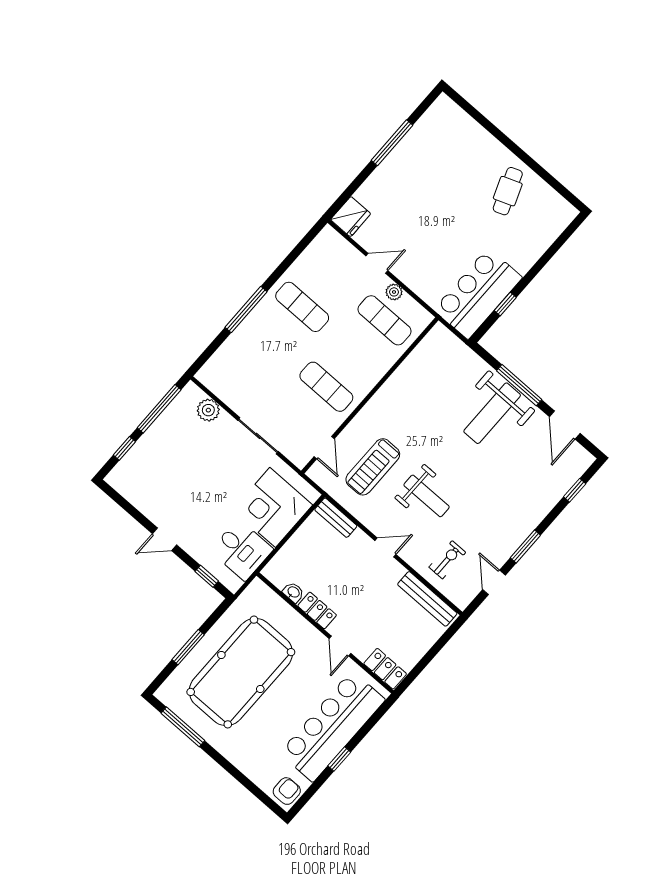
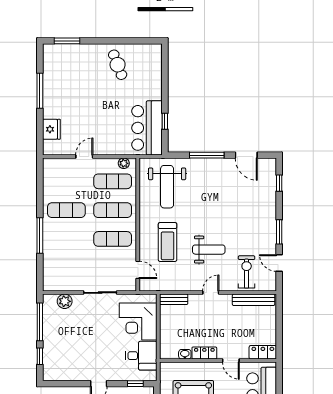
window: (473, 113) -> (67, 41), added
fridge: (351, 217) -> (51, 129), moved
plant: (394, 292) -> (124, 163), moved
exercise mat: (355, 354) -> (113, 210), added
weight bench: (492, 413) -> (167, 187), moved
treadmill: (373, 467) -> (168, 242), moved
exercise bike: (447, 560) -> (247, 272), width x1.38, depth x1.39

